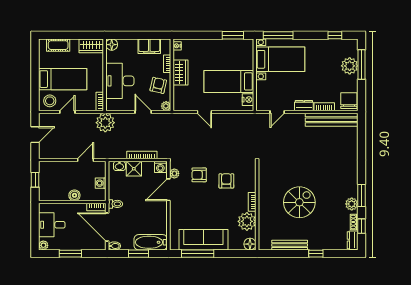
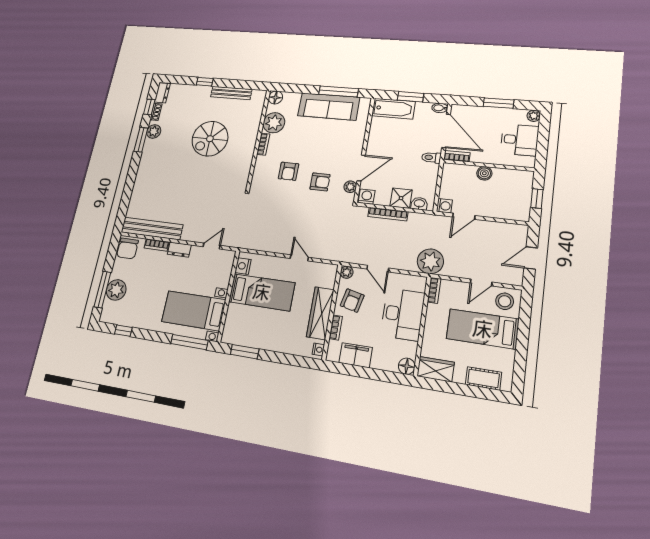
wardrobe: (180, 73) -> (320, 313), width x1.50
washing machine: (101, 183) -> (444, 206), moved

